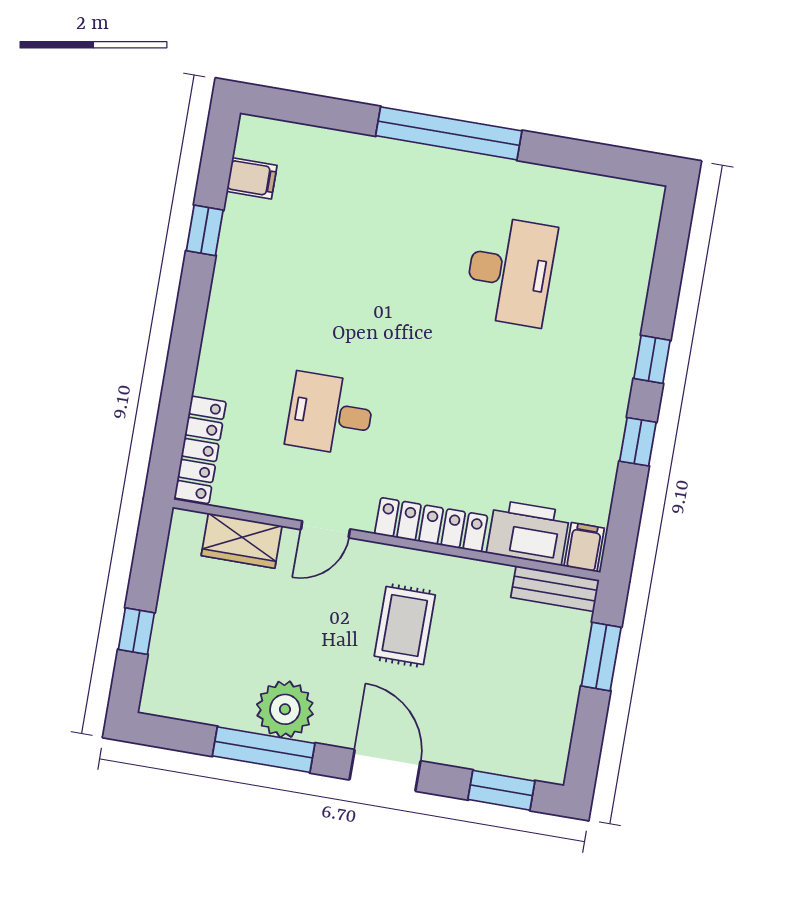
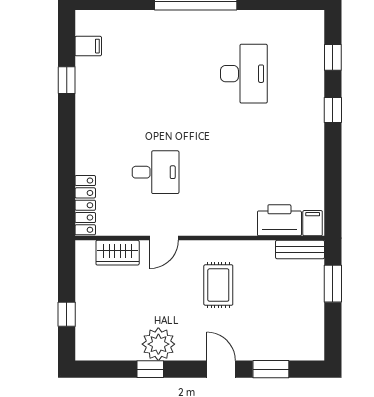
desk: (330, 414) -> (156, 172), turned 180
window: (638, 442) -> (333, 57), moved
locker: (431, 525) -> (224, 225), removed
window: (264, 750) -> (150, 369), width x0.46
door: (385, 770) -> (221, 369), width x0.73
window: (501, 790) -> (271, 369), moved

